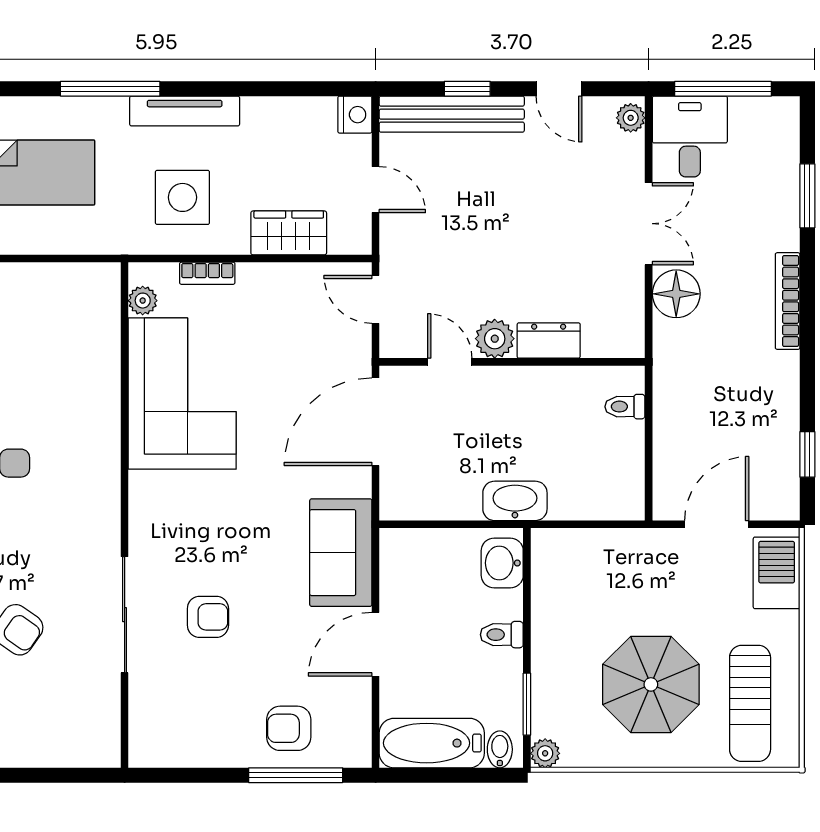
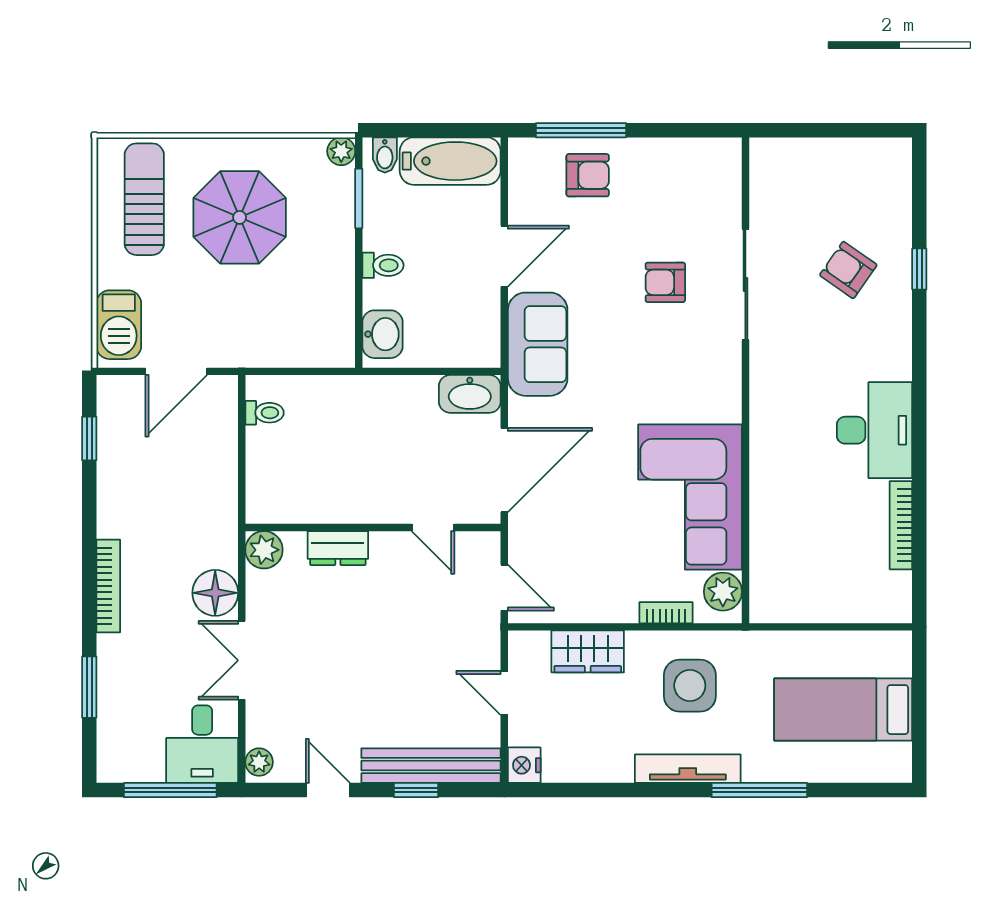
plant: (143, 301) -> (723, 592), width x1.38, depth x1.38
plant: (495, 339) -> (264, 550), moved
toilet: (625, 407) -> (264, 413), moved
washbasin: (515, 501) -> (470, 394), moved

